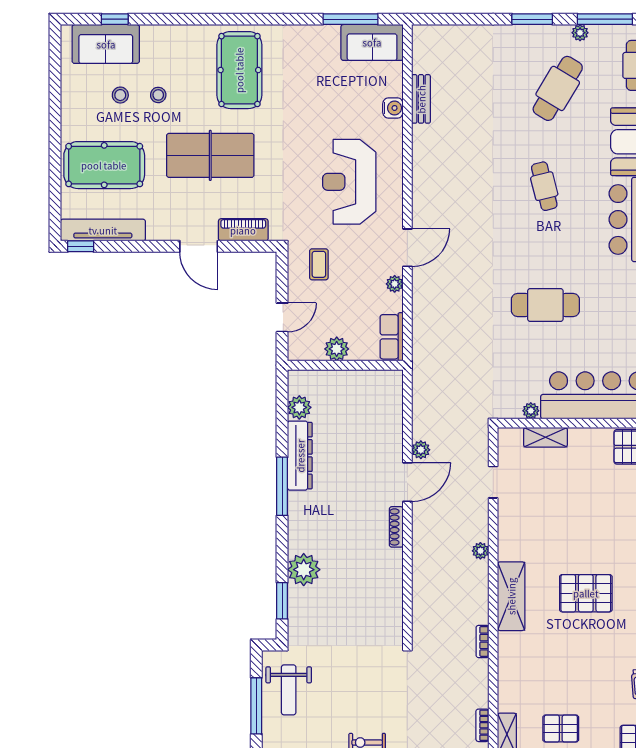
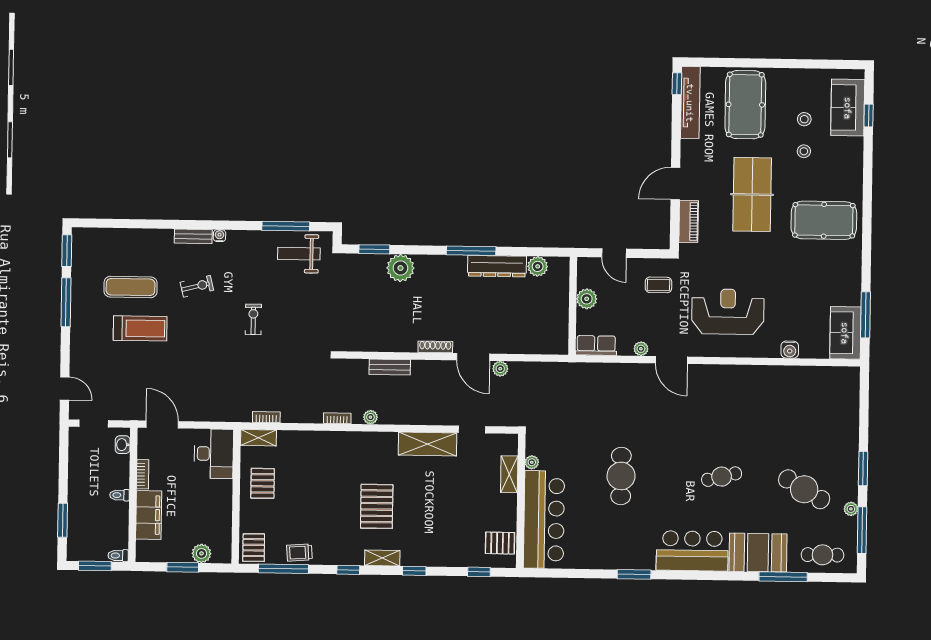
bench: (421, 99) -> (390, 367), moved
plant: (480, 551) -> (370, 417), moved
shelving: (511, 596) -> (428, 444), moved

